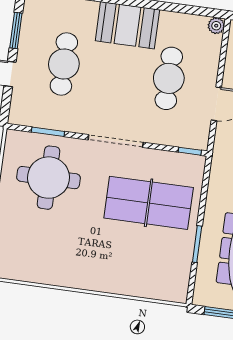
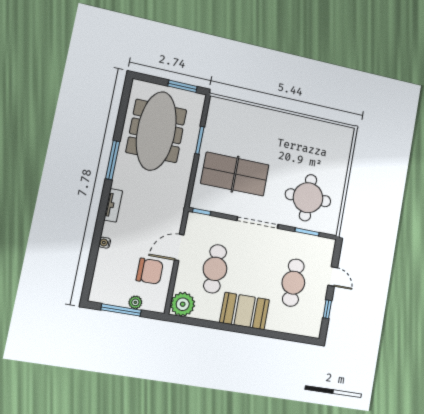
plant: (216, 26) -> (183, 304), width x1.87, depth x1.87
window: (16, 30) -> (327, 309), width x0.67

